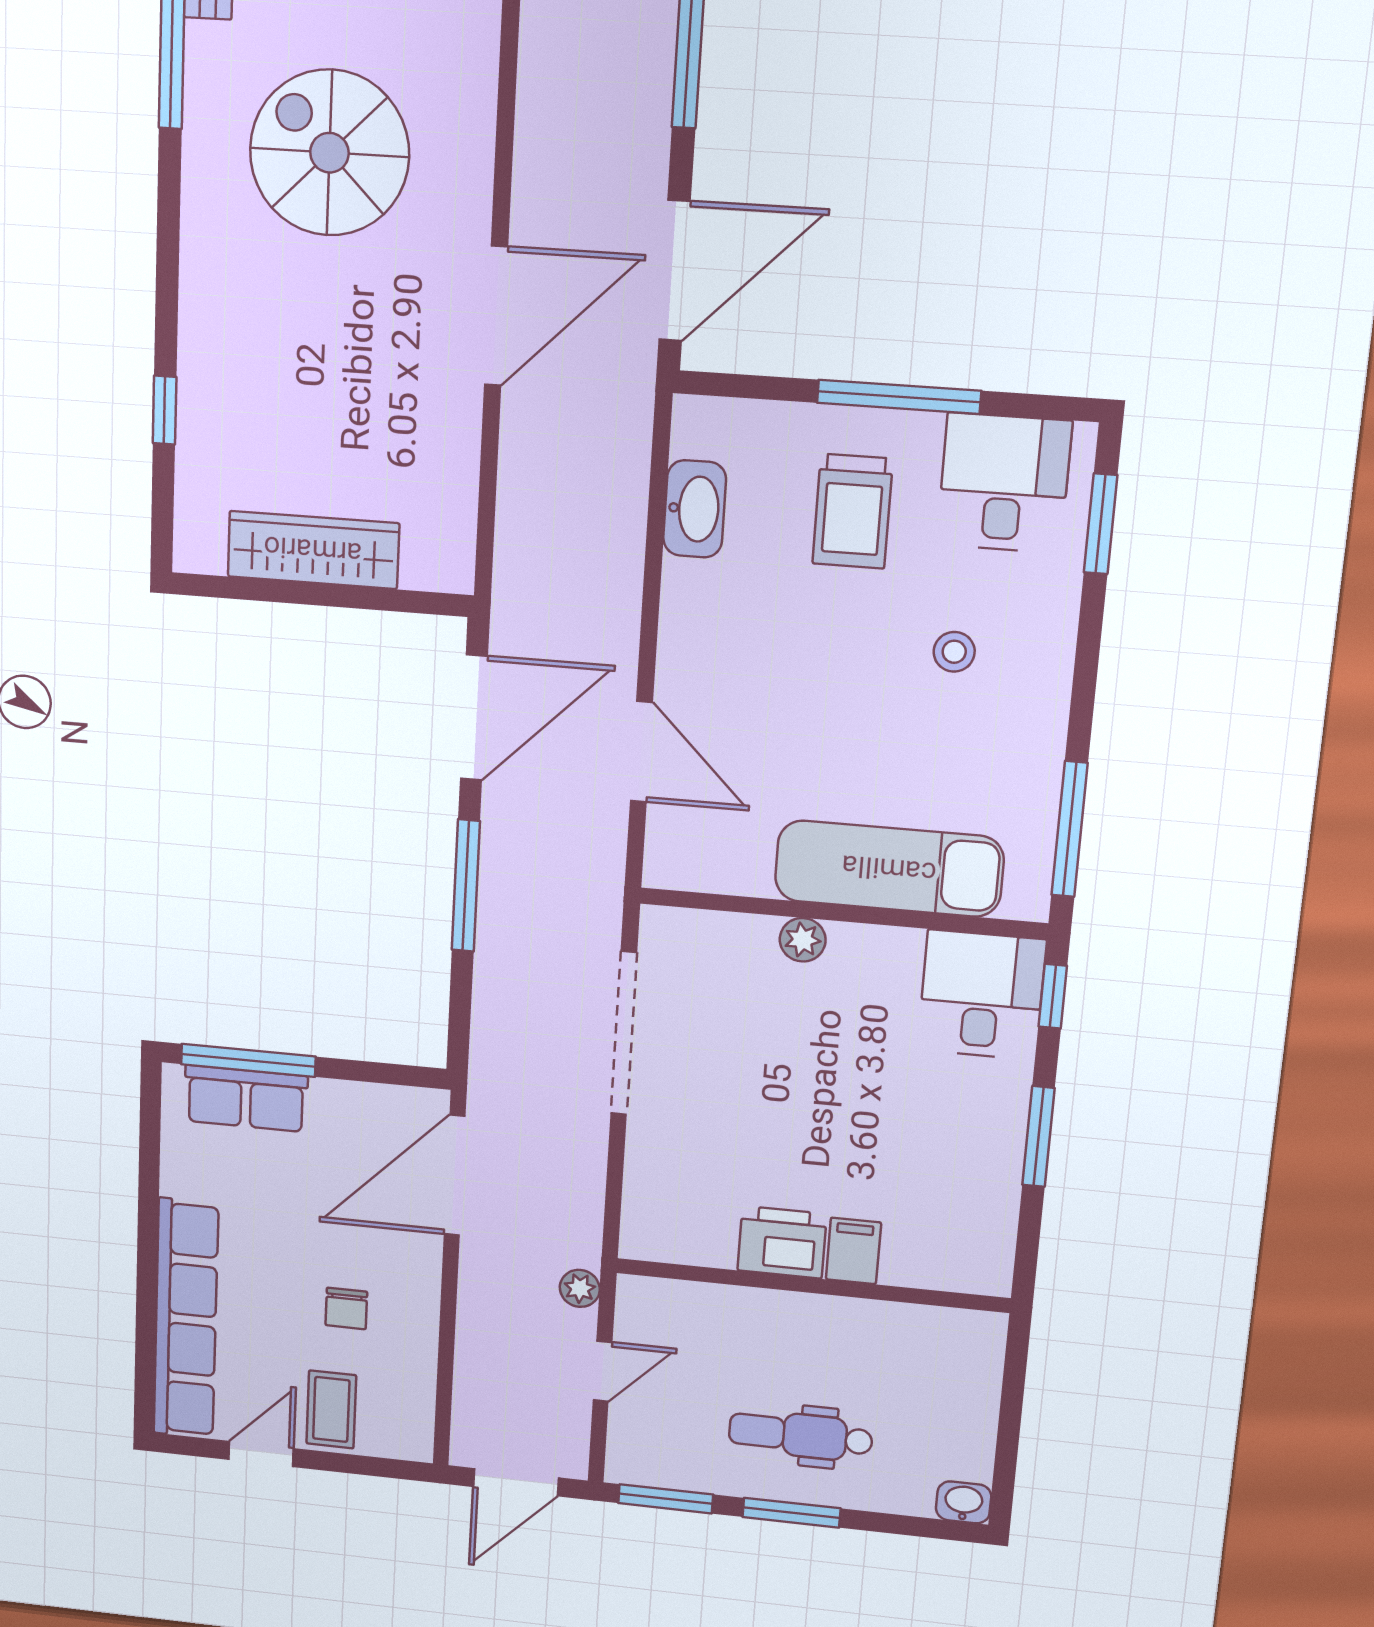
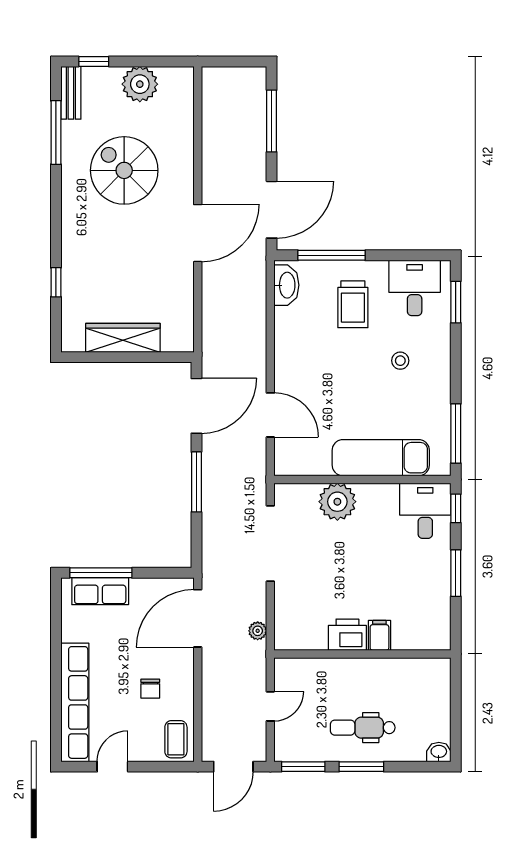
window: (899, 397) -> (332, 255), moved
washbasin: (695, 509) -> (286, 285), moved
plant: (803, 940) -> (337, 502), width x1.88, depth x1.88
plant: (580, 1288) -> (258, 631), moved
coffee table: (331, 1409) -> (176, 739), moved

